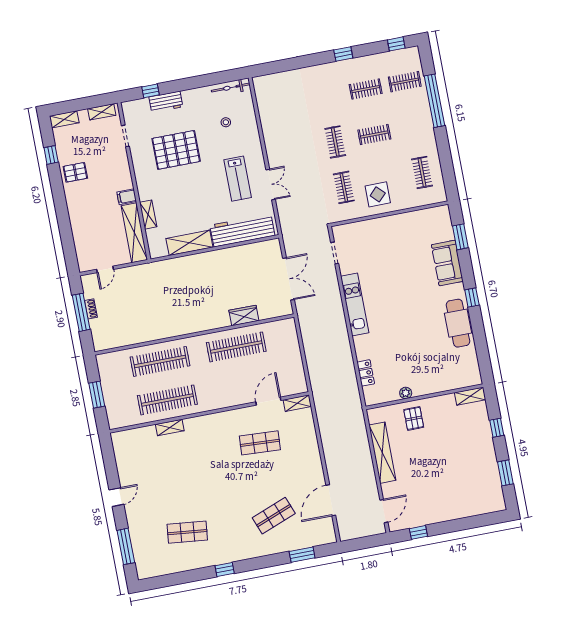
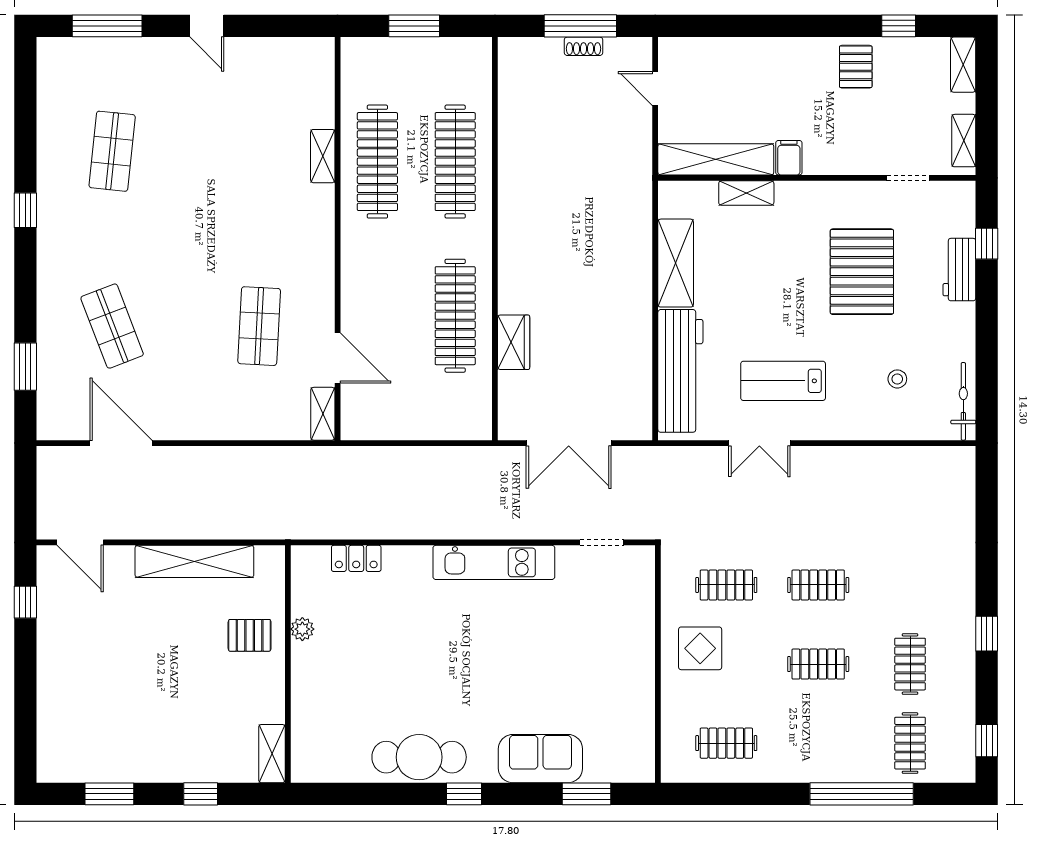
clothes rail: (374, 135) -> (818, 664), turned 90

